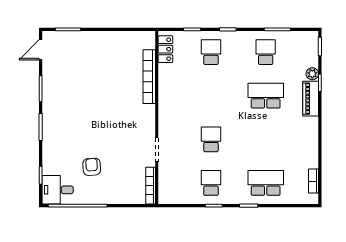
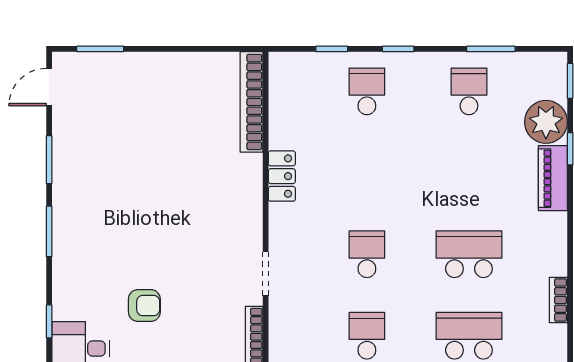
locker: (165, 49) -> (282, 176), moved
plant: (312, 74) -> (546, 122), width x1.87, depth x1.87
bookcase: (149, 77) -> (252, 102), moved
school desk: (266, 96) -> (469, 254), moved
armchair: (92, 167) -> (144, 306), turned 94
bookcase: (314, 181) -> (558, 300), moved

